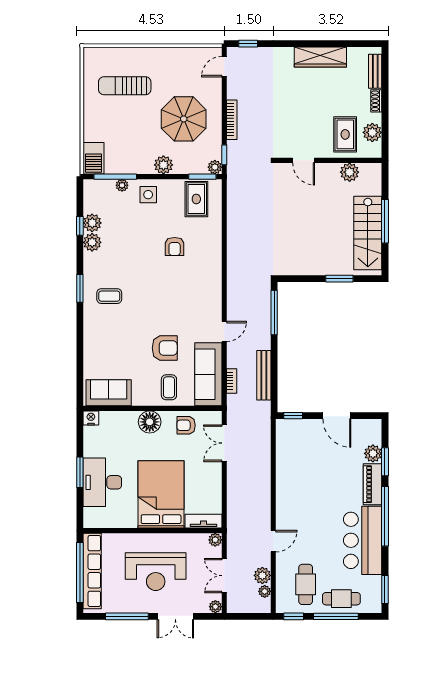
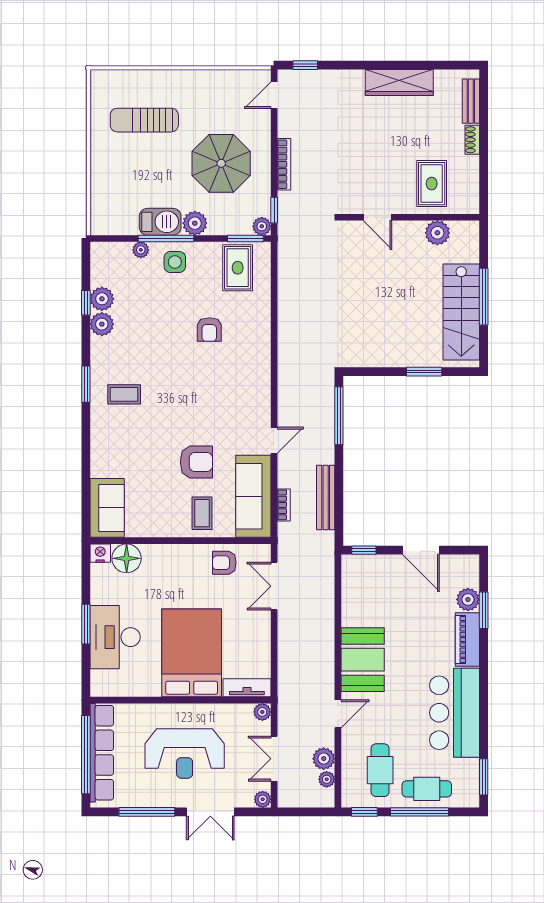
plant: (372, 132) -> (467, 181), removed
barbecue: (94, 158) -> (160, 222), moved, turned -90
window: (115, 177) -> (166, 239), moved
sofa: (109, 393) -> (107, 508), moved, turned 90
floor lamp: (150, 422) -> (127, 558), moved
booth: (292, 500) -> (363, 660), added
window: (385, 516) -> (484, 681), removed

